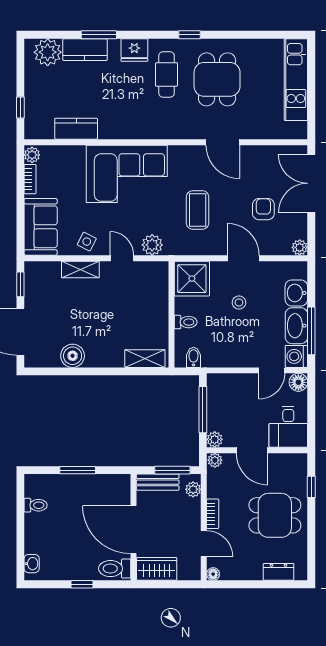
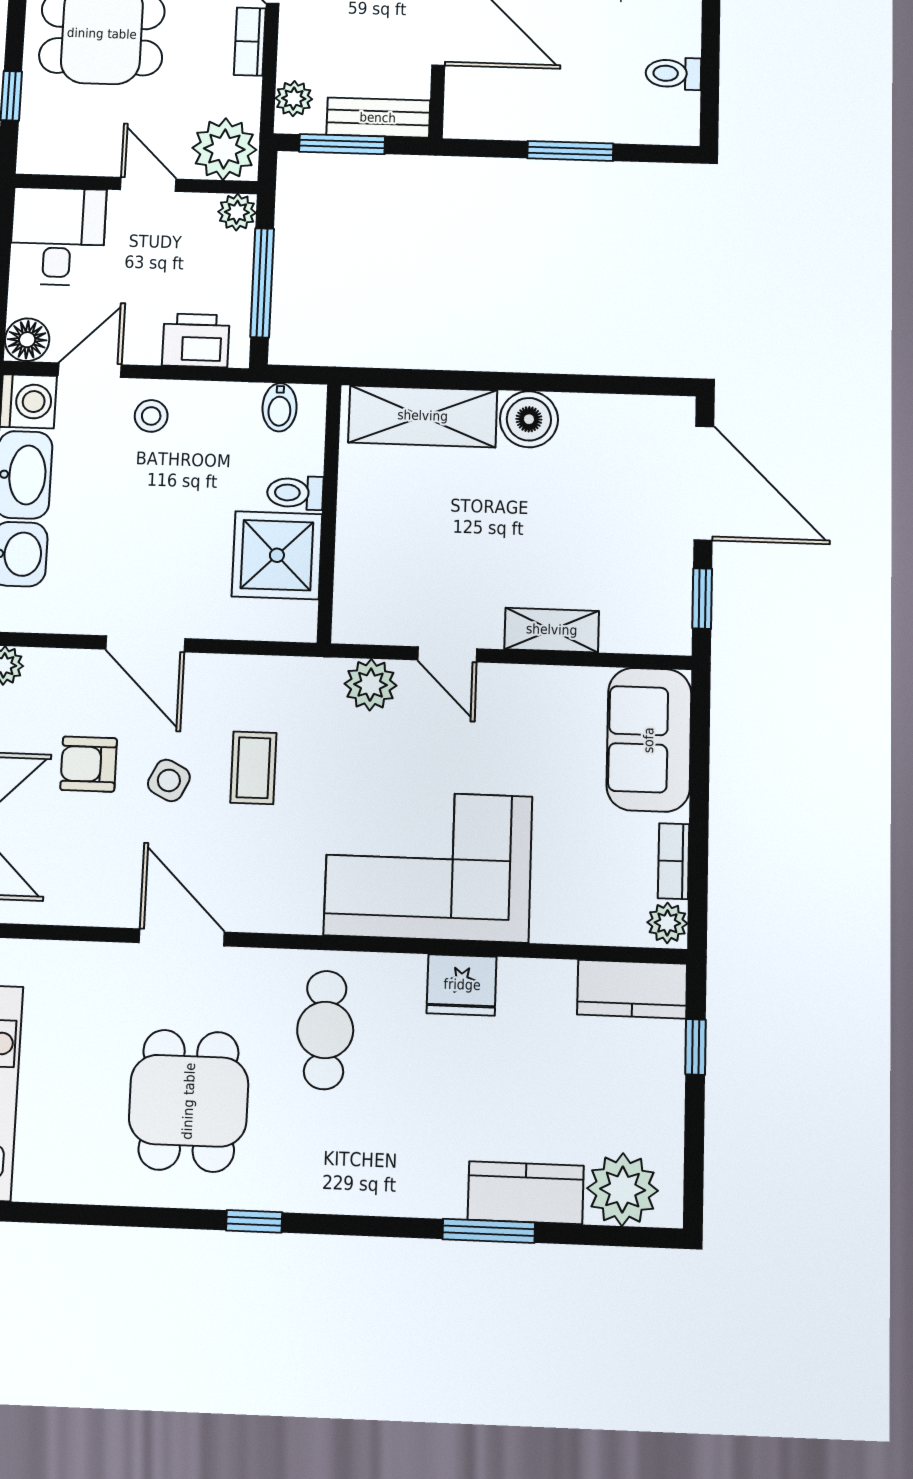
fridge: (134, 50) -> (462, 985), moved, turned 180
cafe table: (167, 74) -> (325, 1030), moved
kitchen counter: (76, 129) -> (632, 989), moved
armchair: (263, 209) -> (89, 764), turned 90
coffee table: (198, 210) -> (253, 768), width x0.73, depth x0.77
side table: (87, 242) -> (169, 780), moved
shower: (192, 279) -> (277, 555), moved
stool: (239, 303) -> (151, 416), moved
boiler: (73, 356) -> (529, 419), moved
shelving: (145, 359) -> (423, 416), width x1.50, depth x1.33
printer: (229, 384) -> (196, 340), added
door: (252, 450) -> (148, 184), width x0.73
plant: (215, 460) -> (224, 149), width x1.88, depth x1.88

